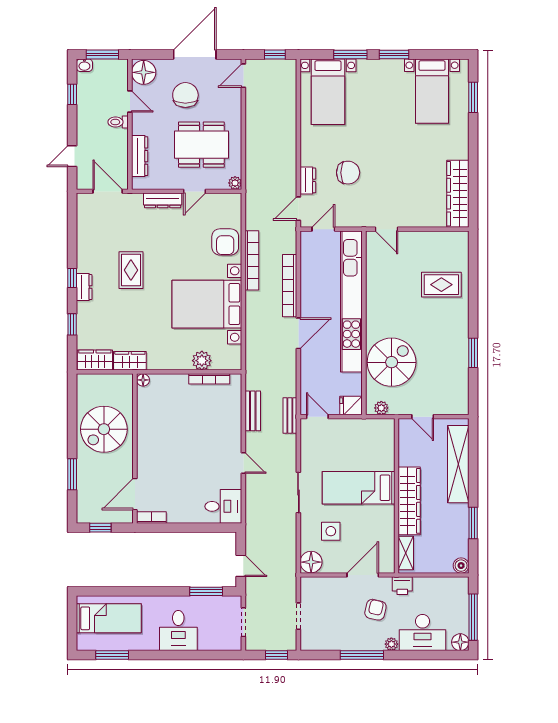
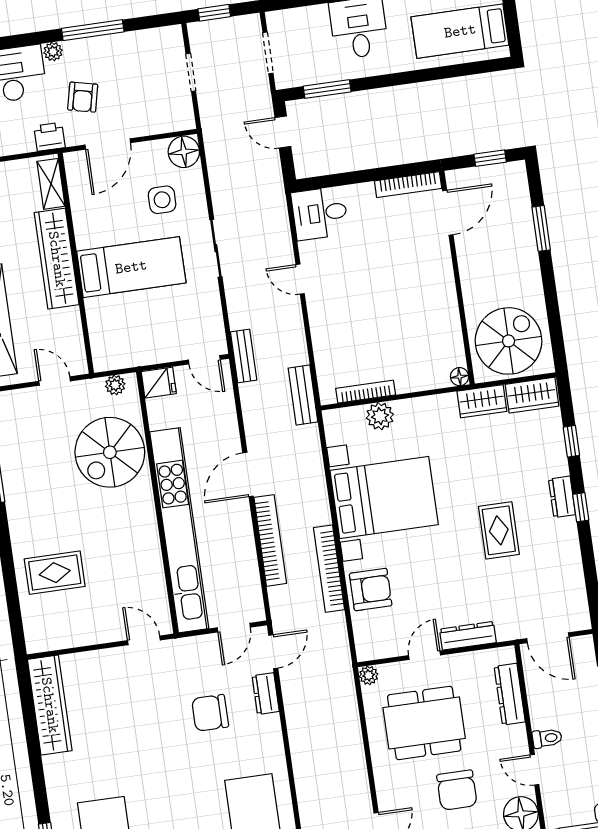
armchair: (225, 242) -> (371, 590), turned 90
bench: (253, 411) -> (303, 395), moved
spiral stairs: (104, 429) -> (509, 341), moved
bookcase: (151, 517) -> (408, 185), width x1.56

